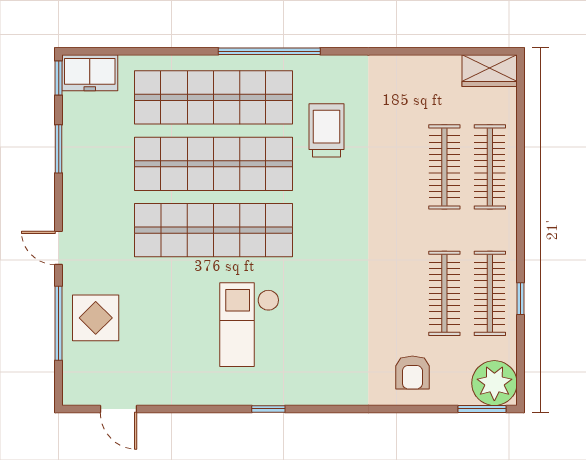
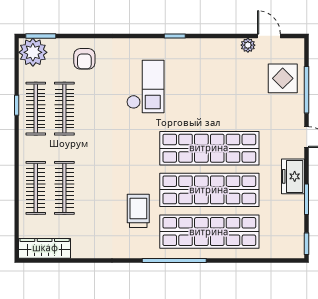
wardrobe: (490, 71) -> (45, 248), width x1.50
freezer: (90, 73) -> (293, 176), moved, turned -90
trolley: (327, 130) -> (138, 211), turned 180
display table: (96, 318) -> (283, 78), moved
checkout: (249, 325) -> (145, 87), moved
armchair: (412, 373) -> (84, 59), turned 180
plant: (152, 394) -> (248, 45), added

